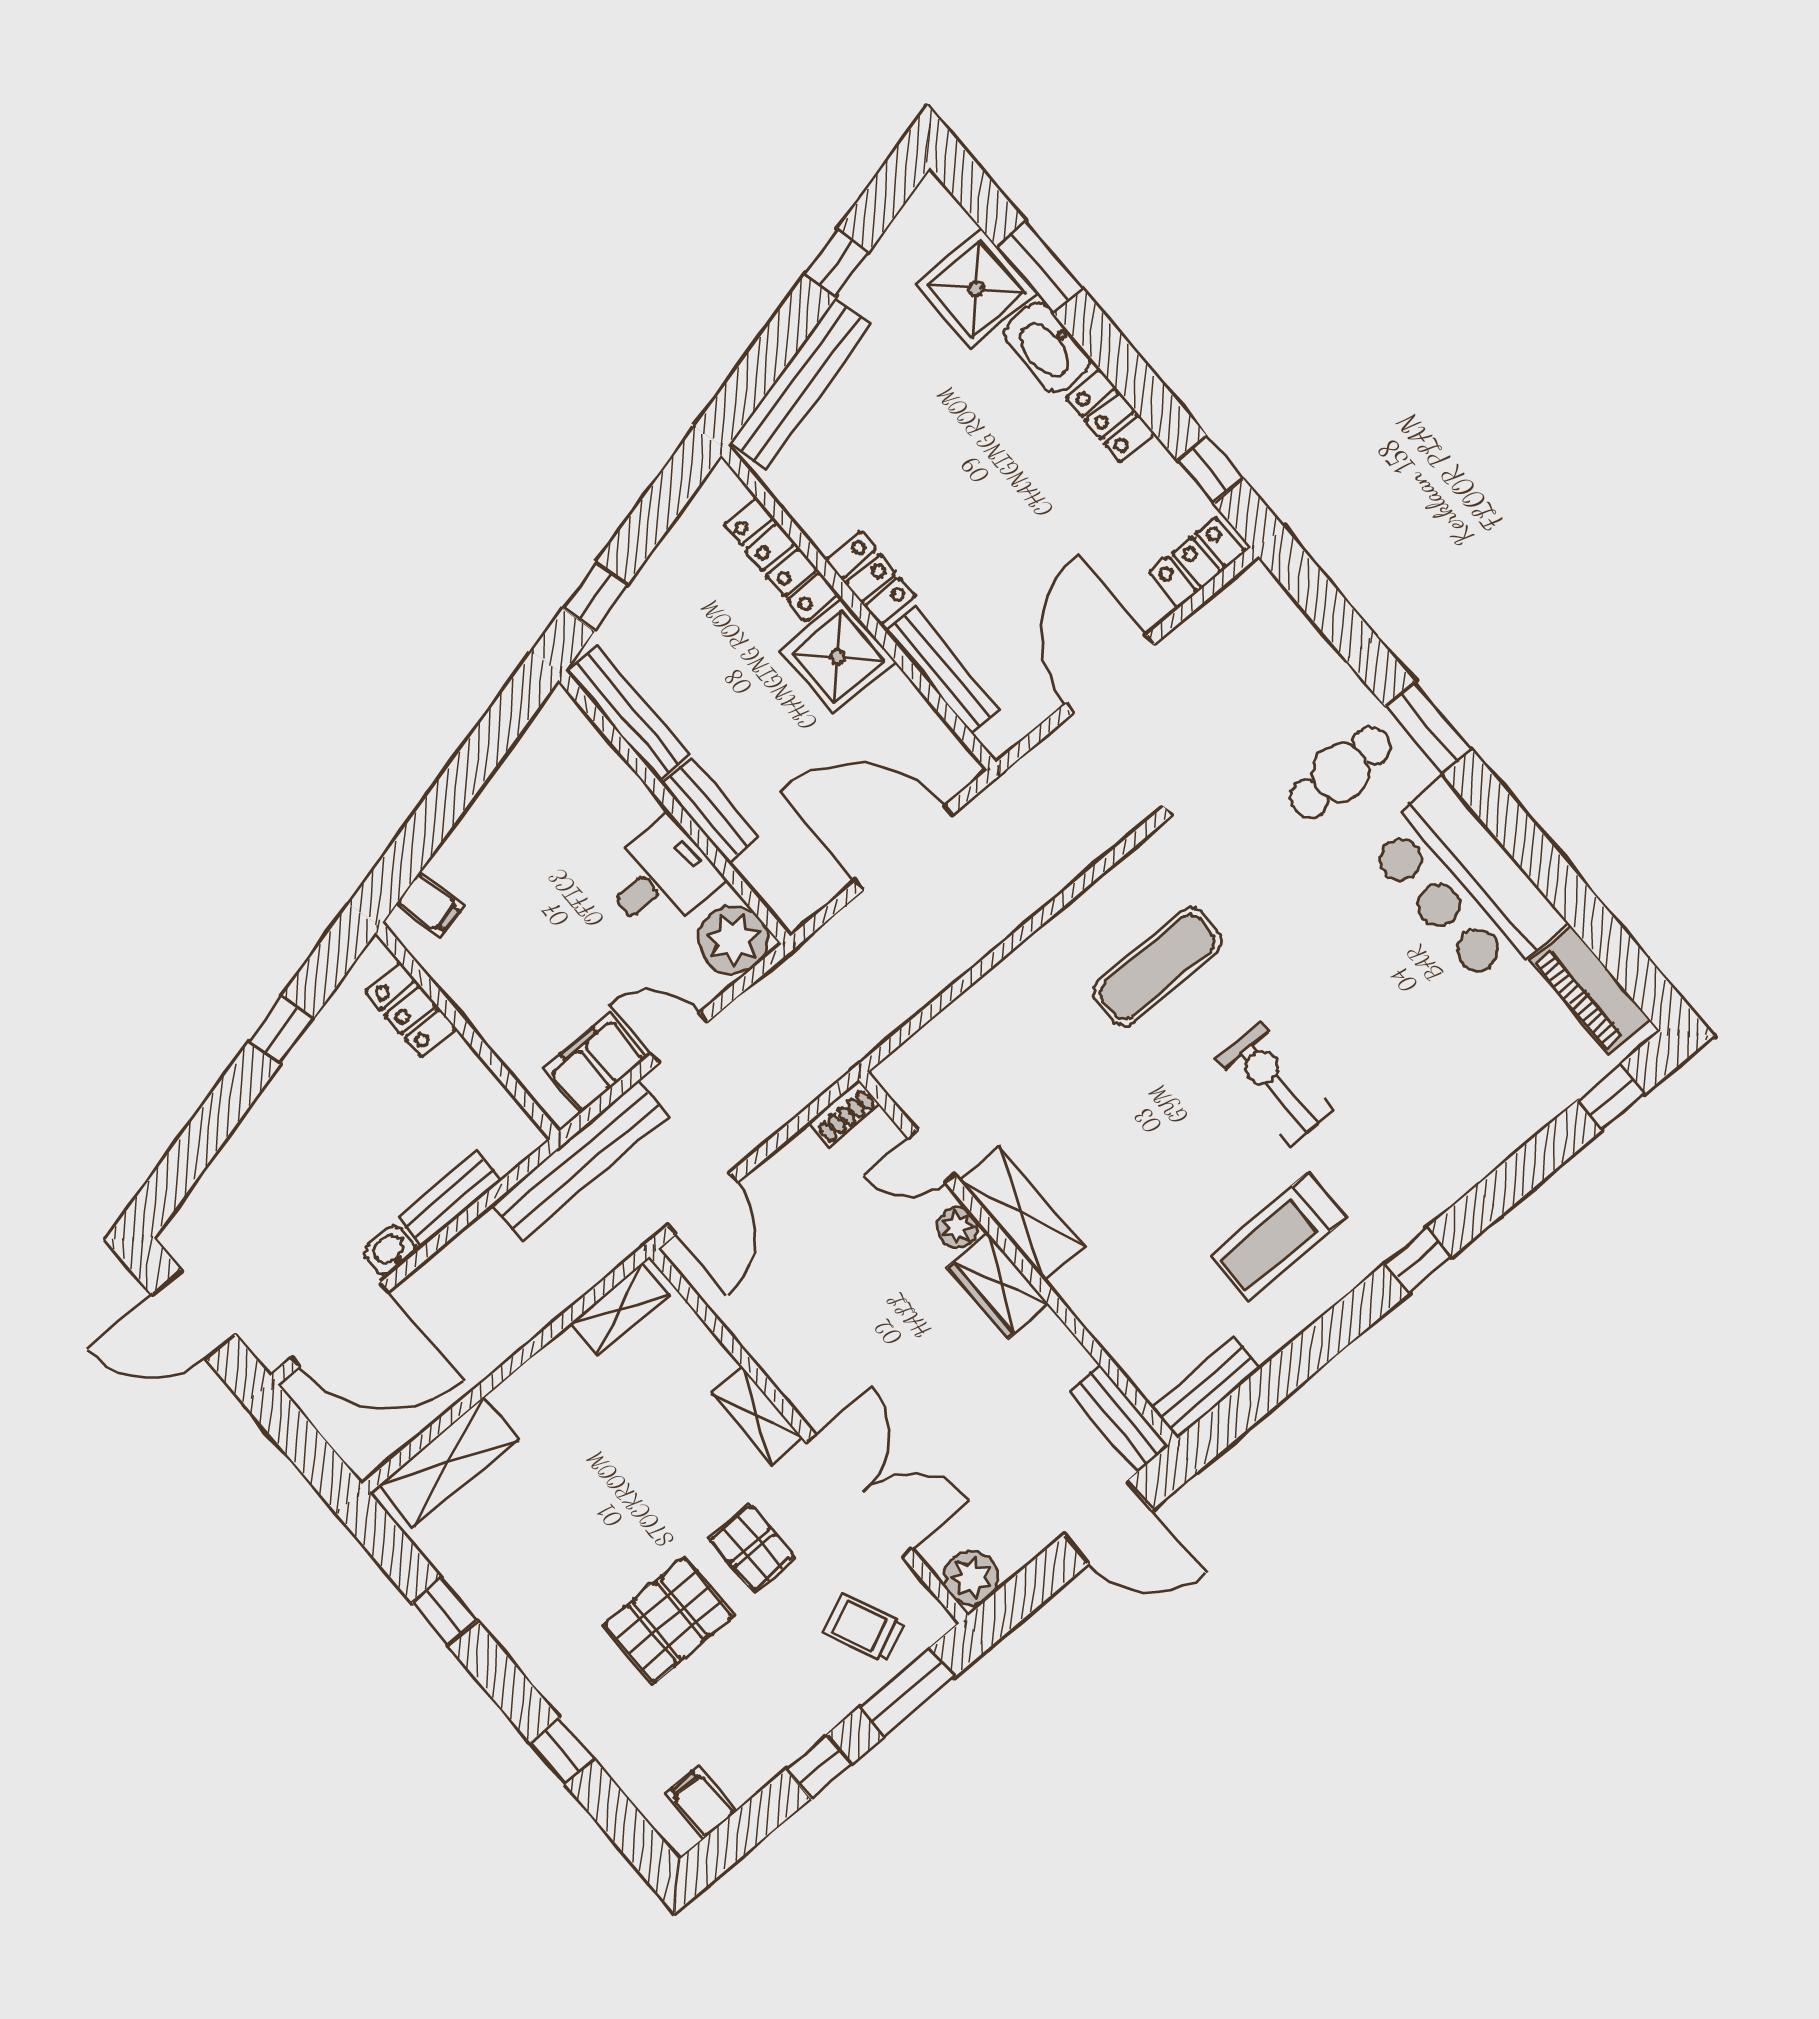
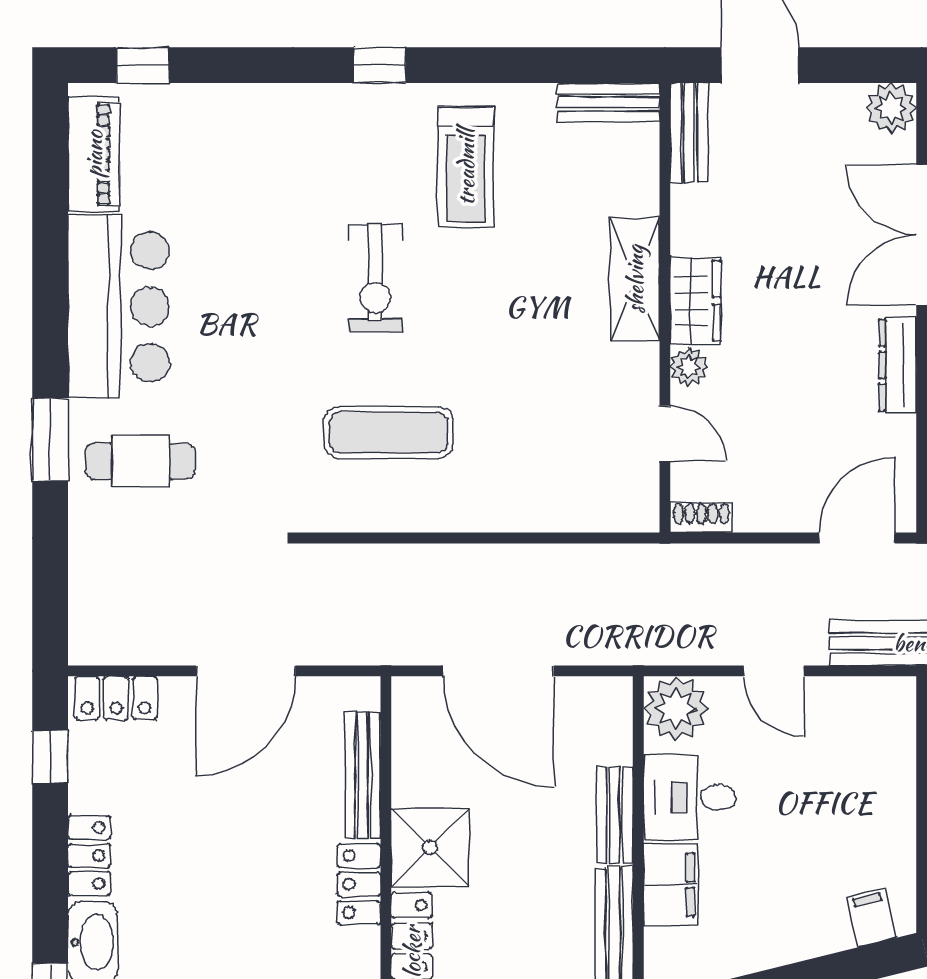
filing cabinet: (595, 1063) -> (671, 885), moved, turned -90
shelving: (1021, 1213) -> (635, 279), moved
treadmill: (1278, 1237) -> (466, 167), turned 90
dresser: (789, 1372) -> (898, 365), added

